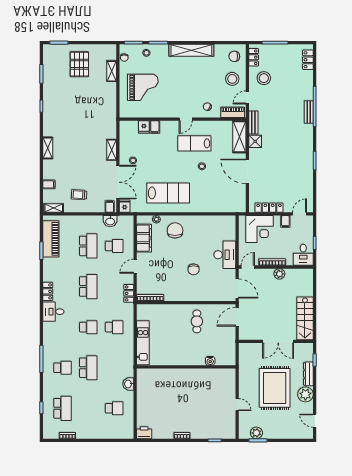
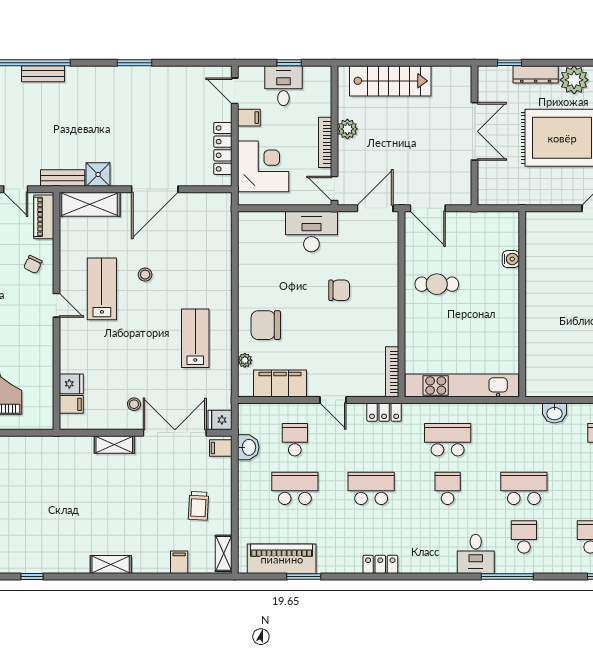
filing cabinet: (155, 127) -> (71, 404), moved
lab bench: (194, 143) -> (102, 289), turned 180
lab bench: (168, 193) -> (195, 338), width x0.73, depth x0.72
desk: (303, 255) -> (283, 86), moved, turned -90
desk: (53, 312) -> (476, 554), moved
stairs: (305, 318) -> (390, 81), moved
school desk: (114, 327) -> (448, 440), width x1.85
kitchen unit: (143, 343) -> (462, 386), width x1.36

